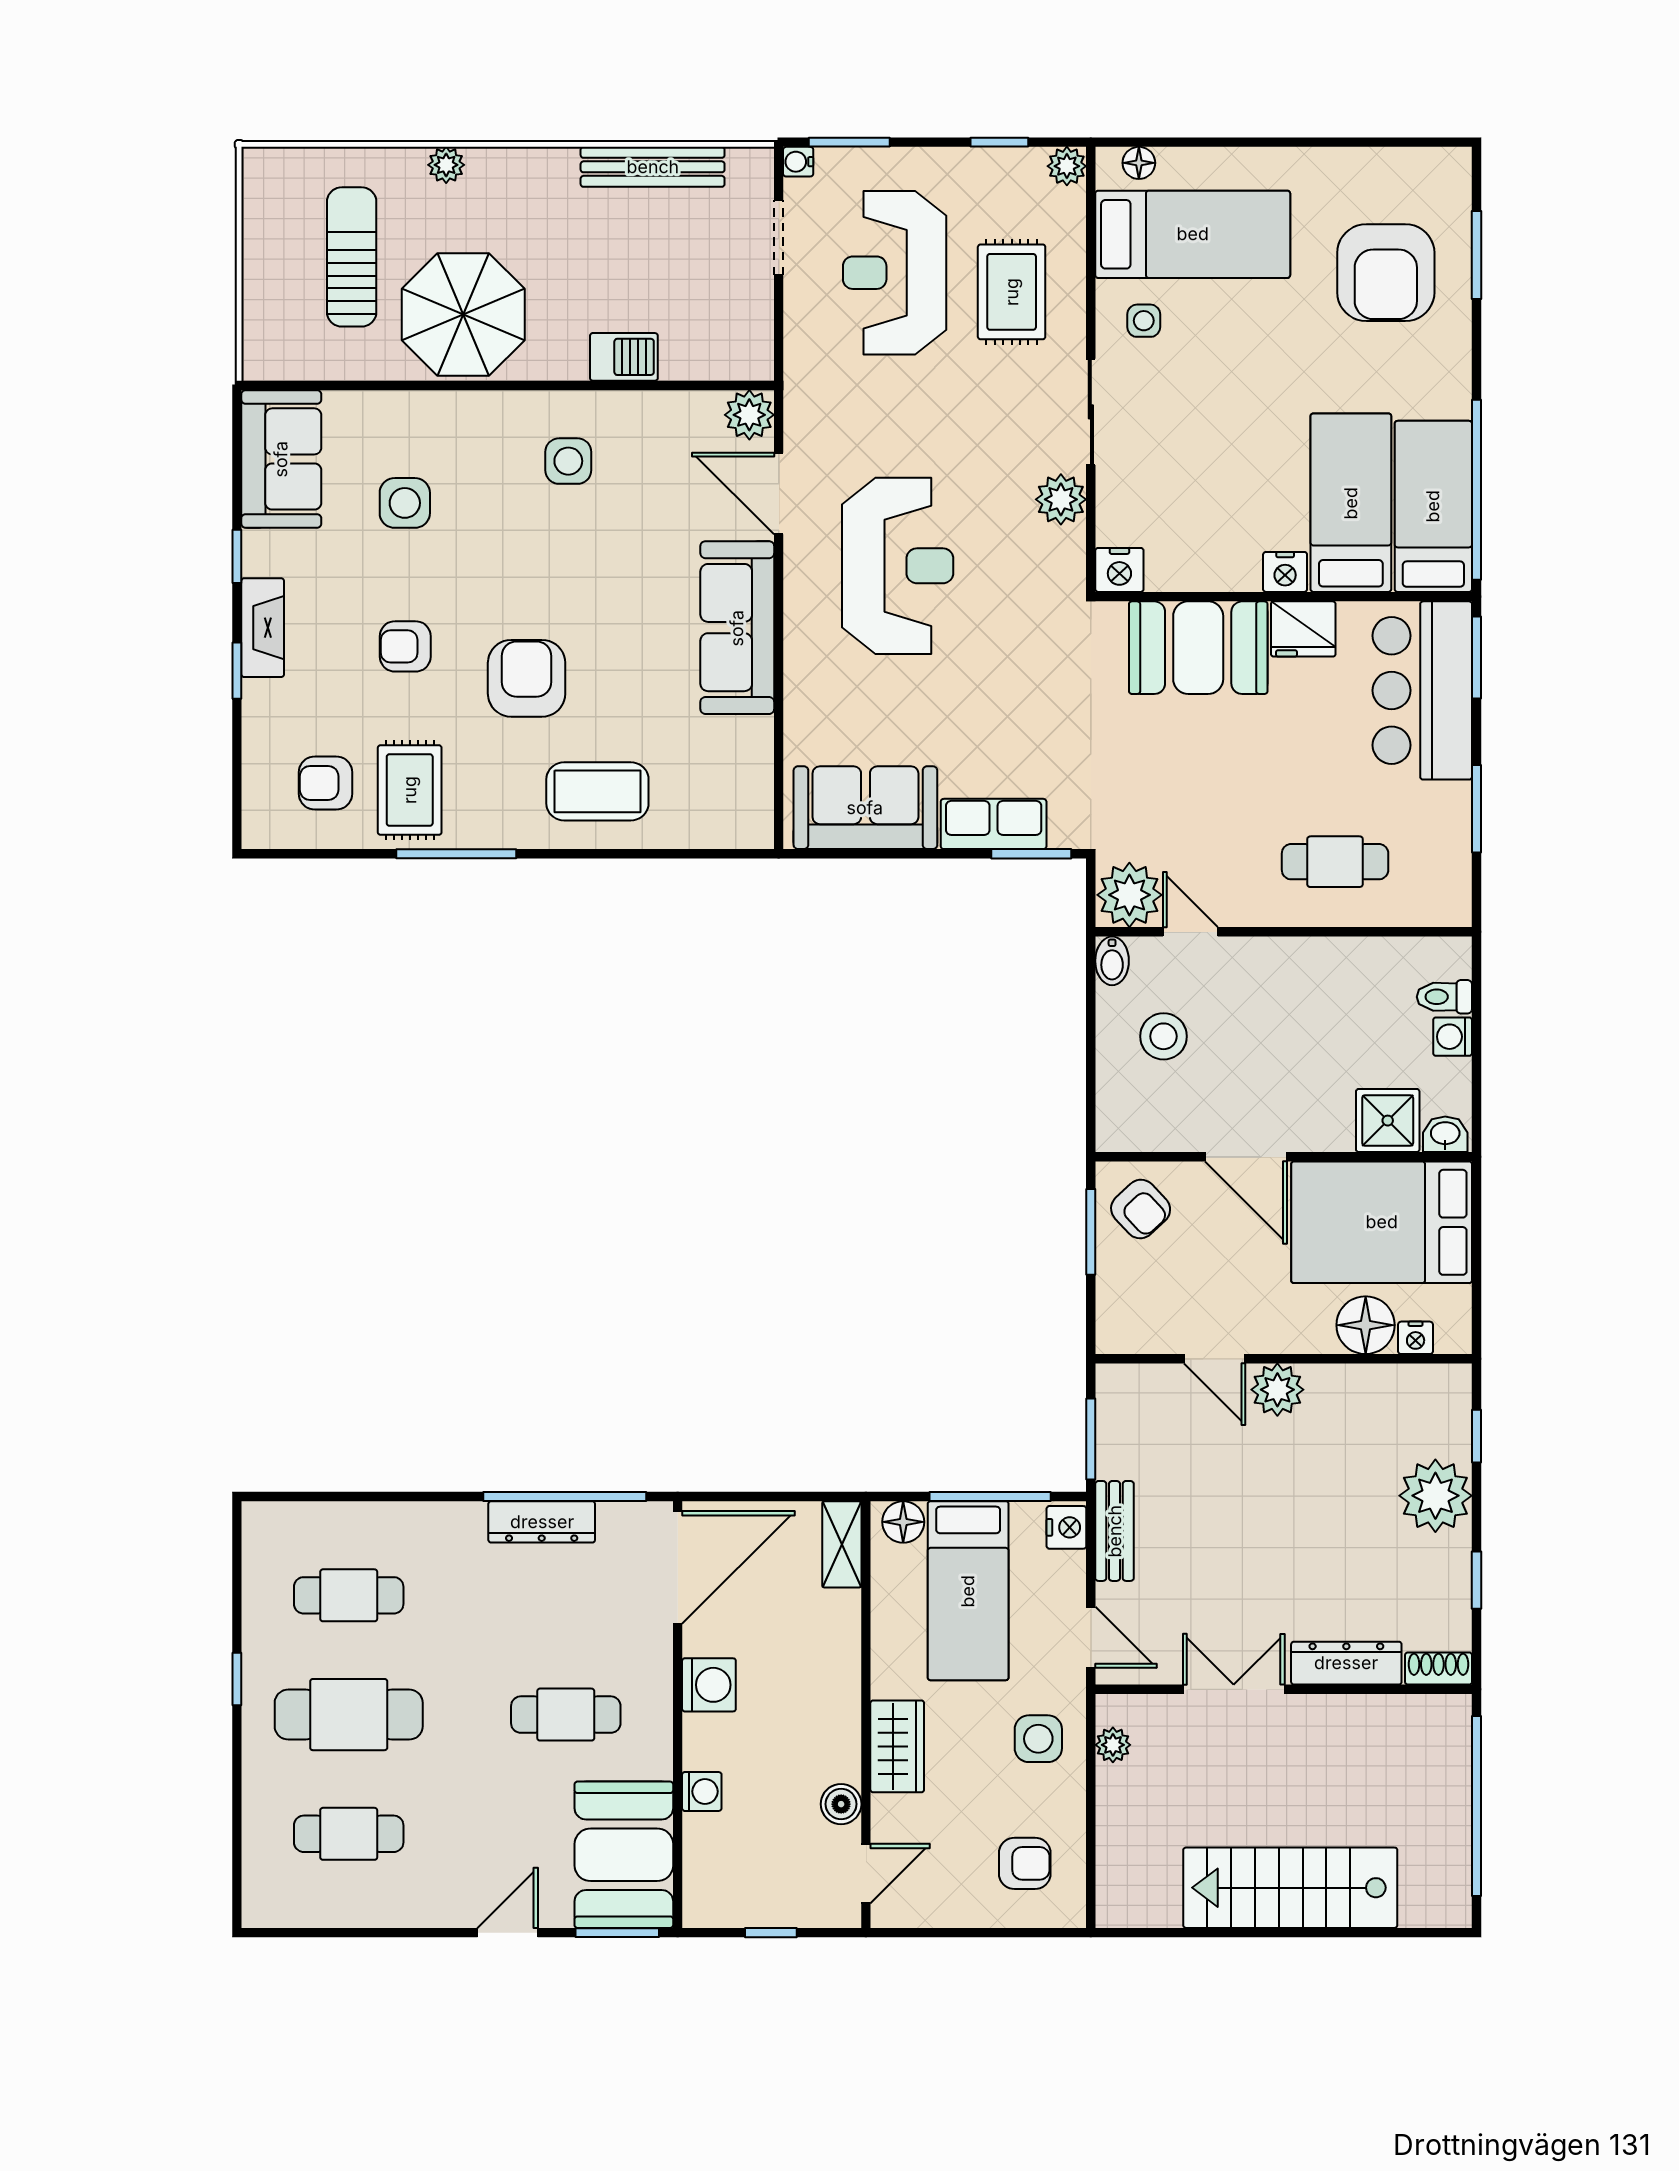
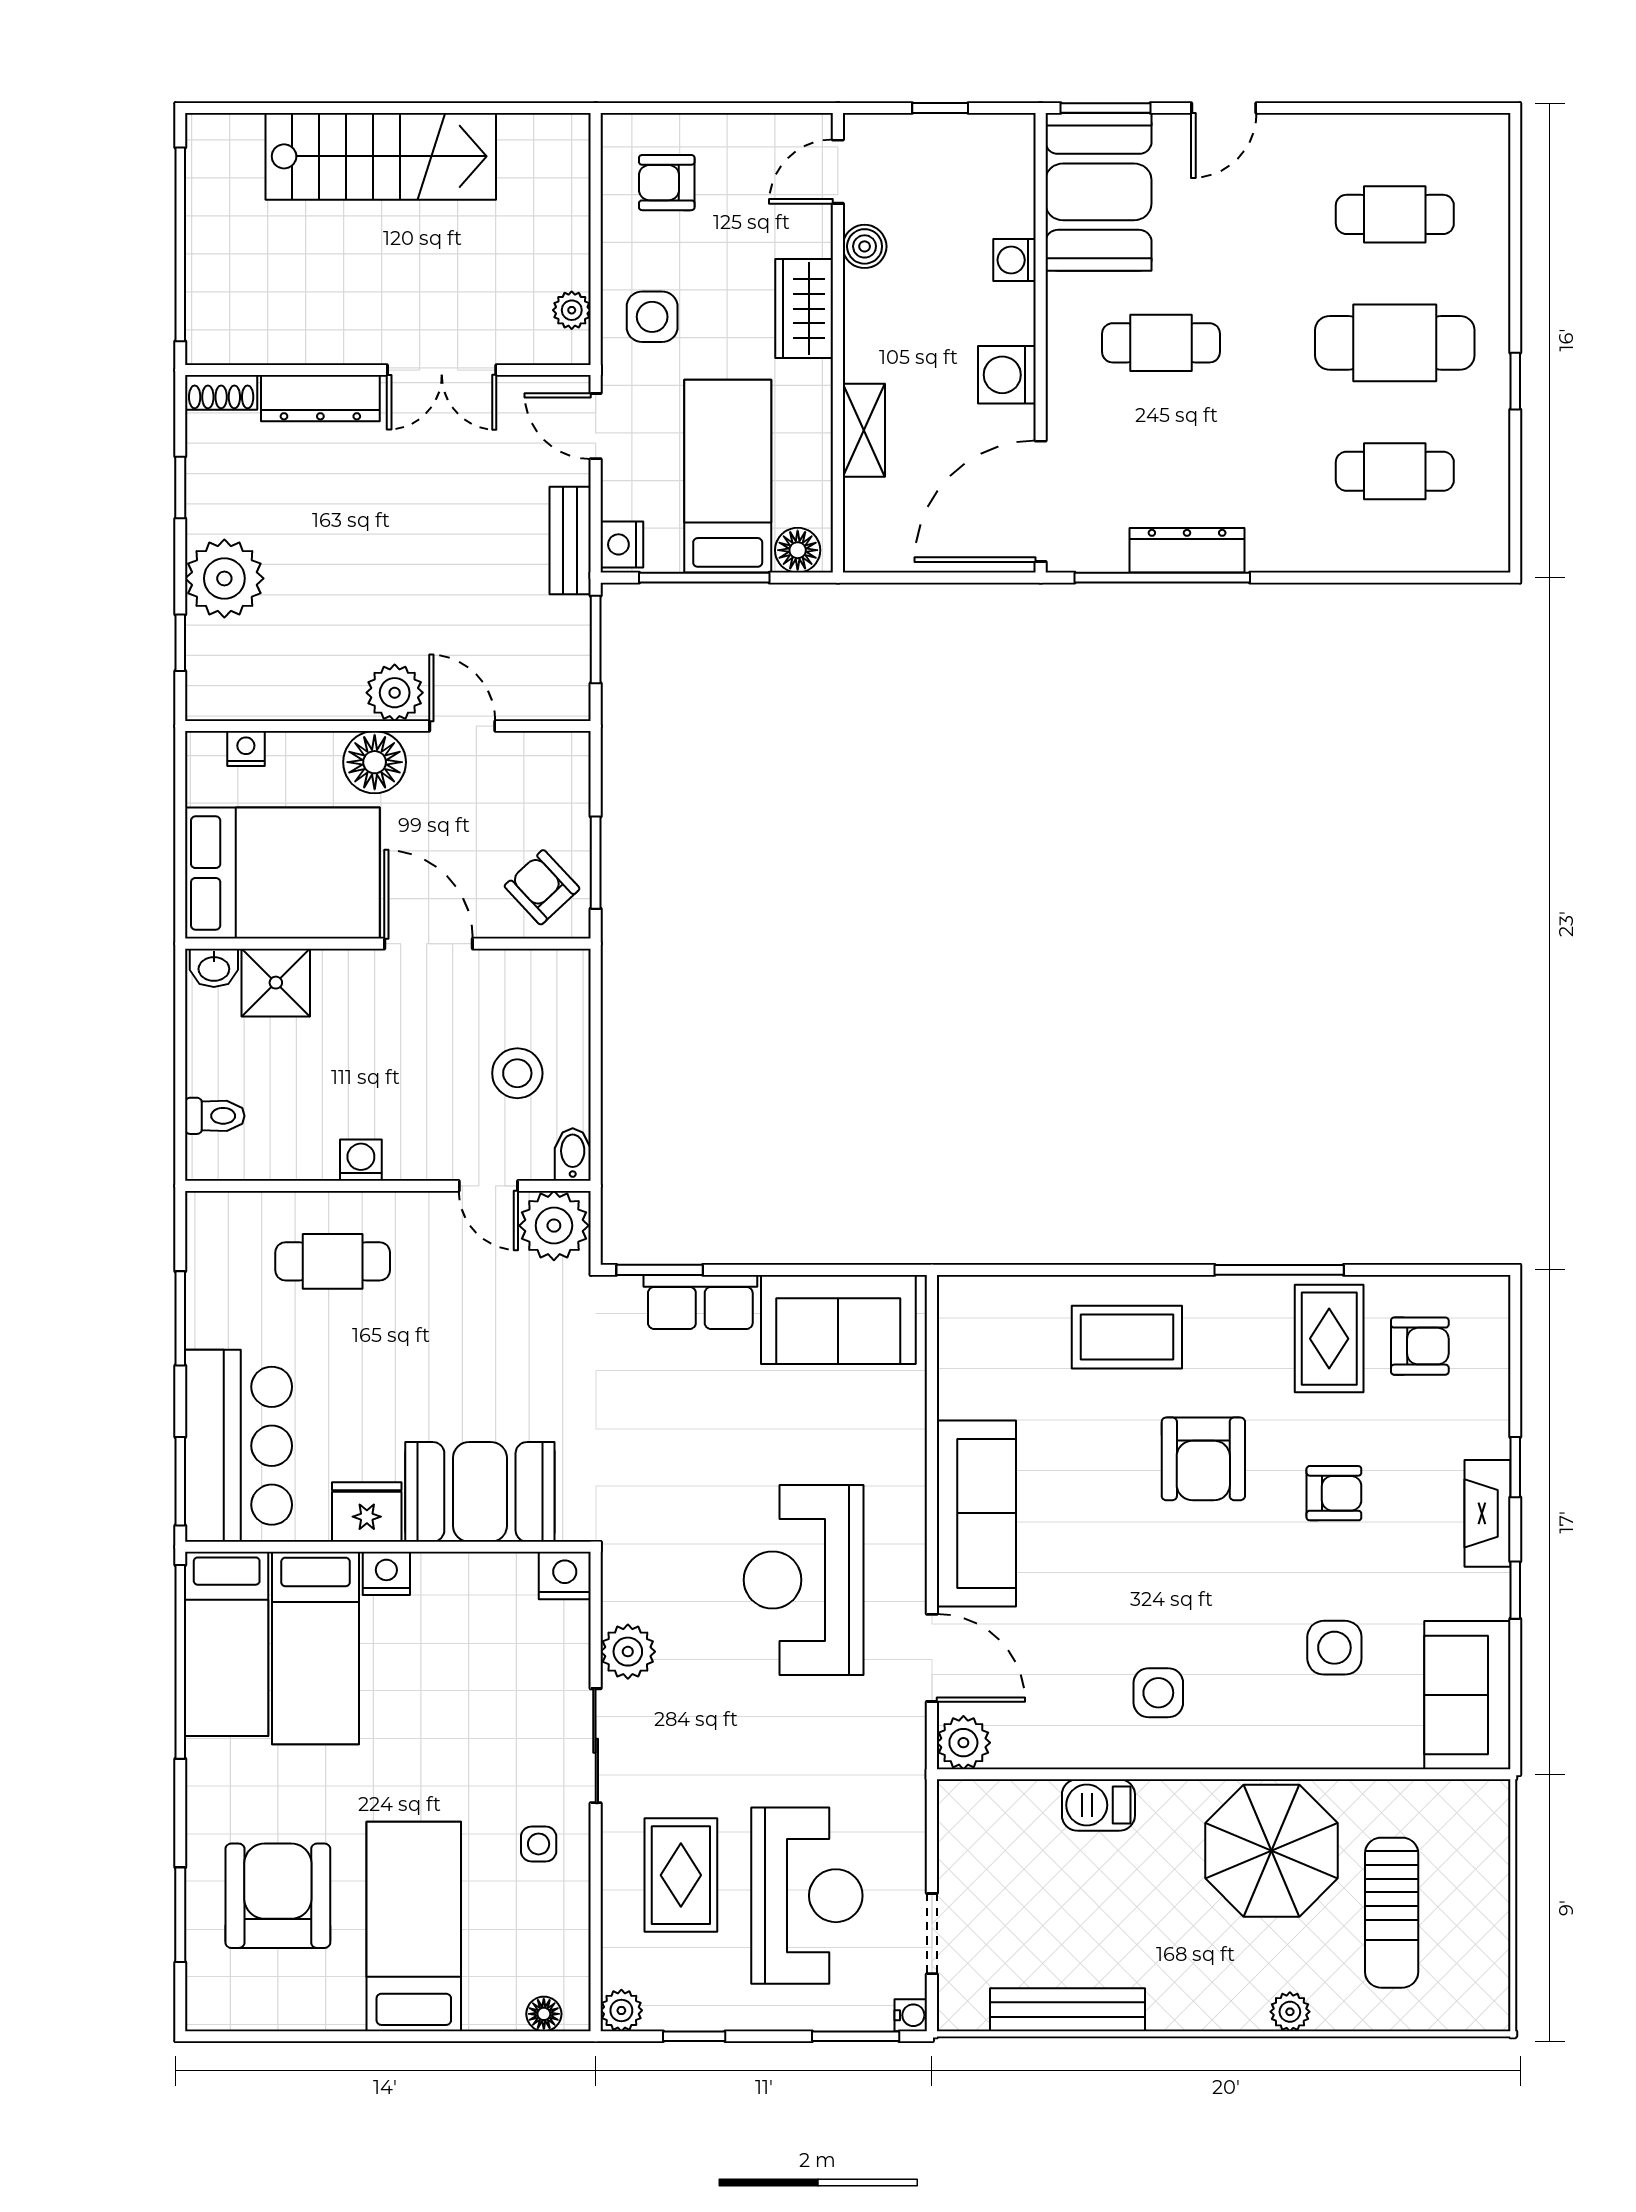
bed: (1193, 234) -> (414, 1927), moved, turned 90
washing machine: (1453, 1037) -> (361, 1160), moved, turned -90
floor lamp: (1366, 1325) -> (375, 762), moved
shelving: (842, 1544) -> (864, 430), moved

